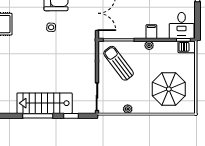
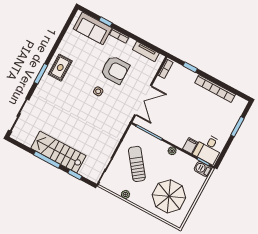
filing cabinet: (151, 32) -> (190, 146), moved
sun lounger: (119, 63) -> (137, 164), moved

